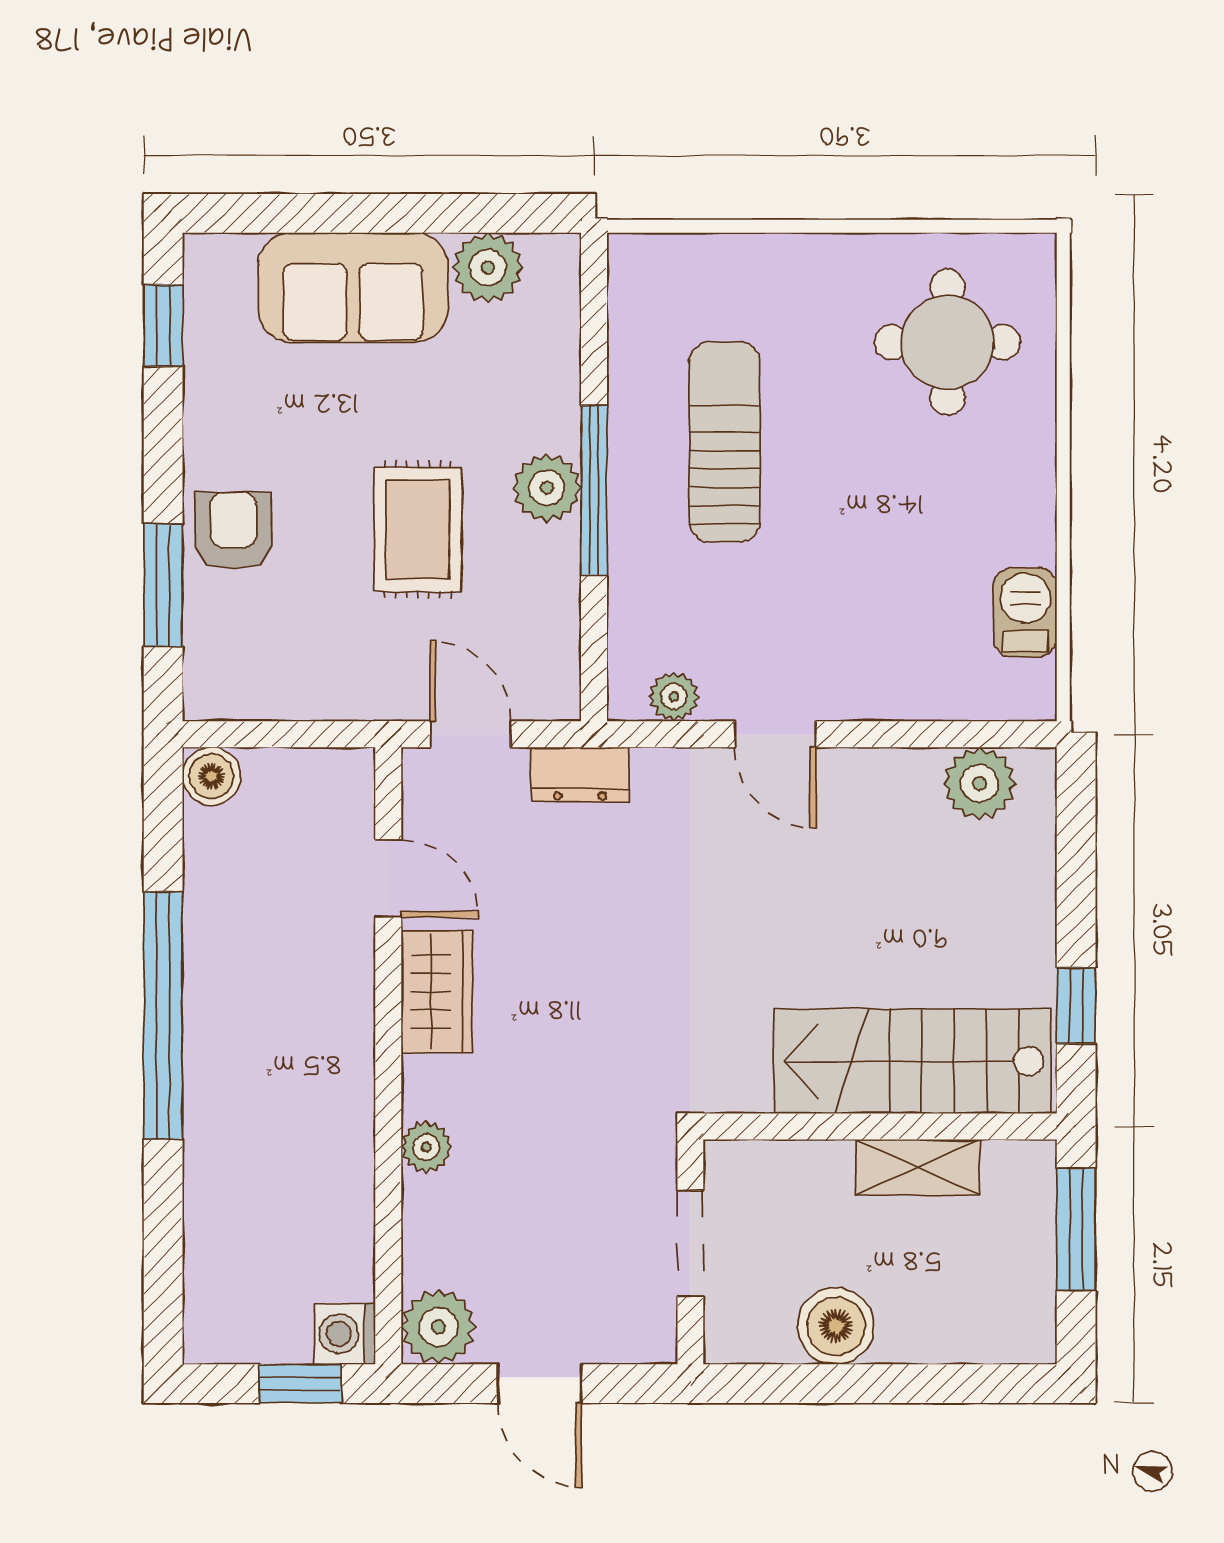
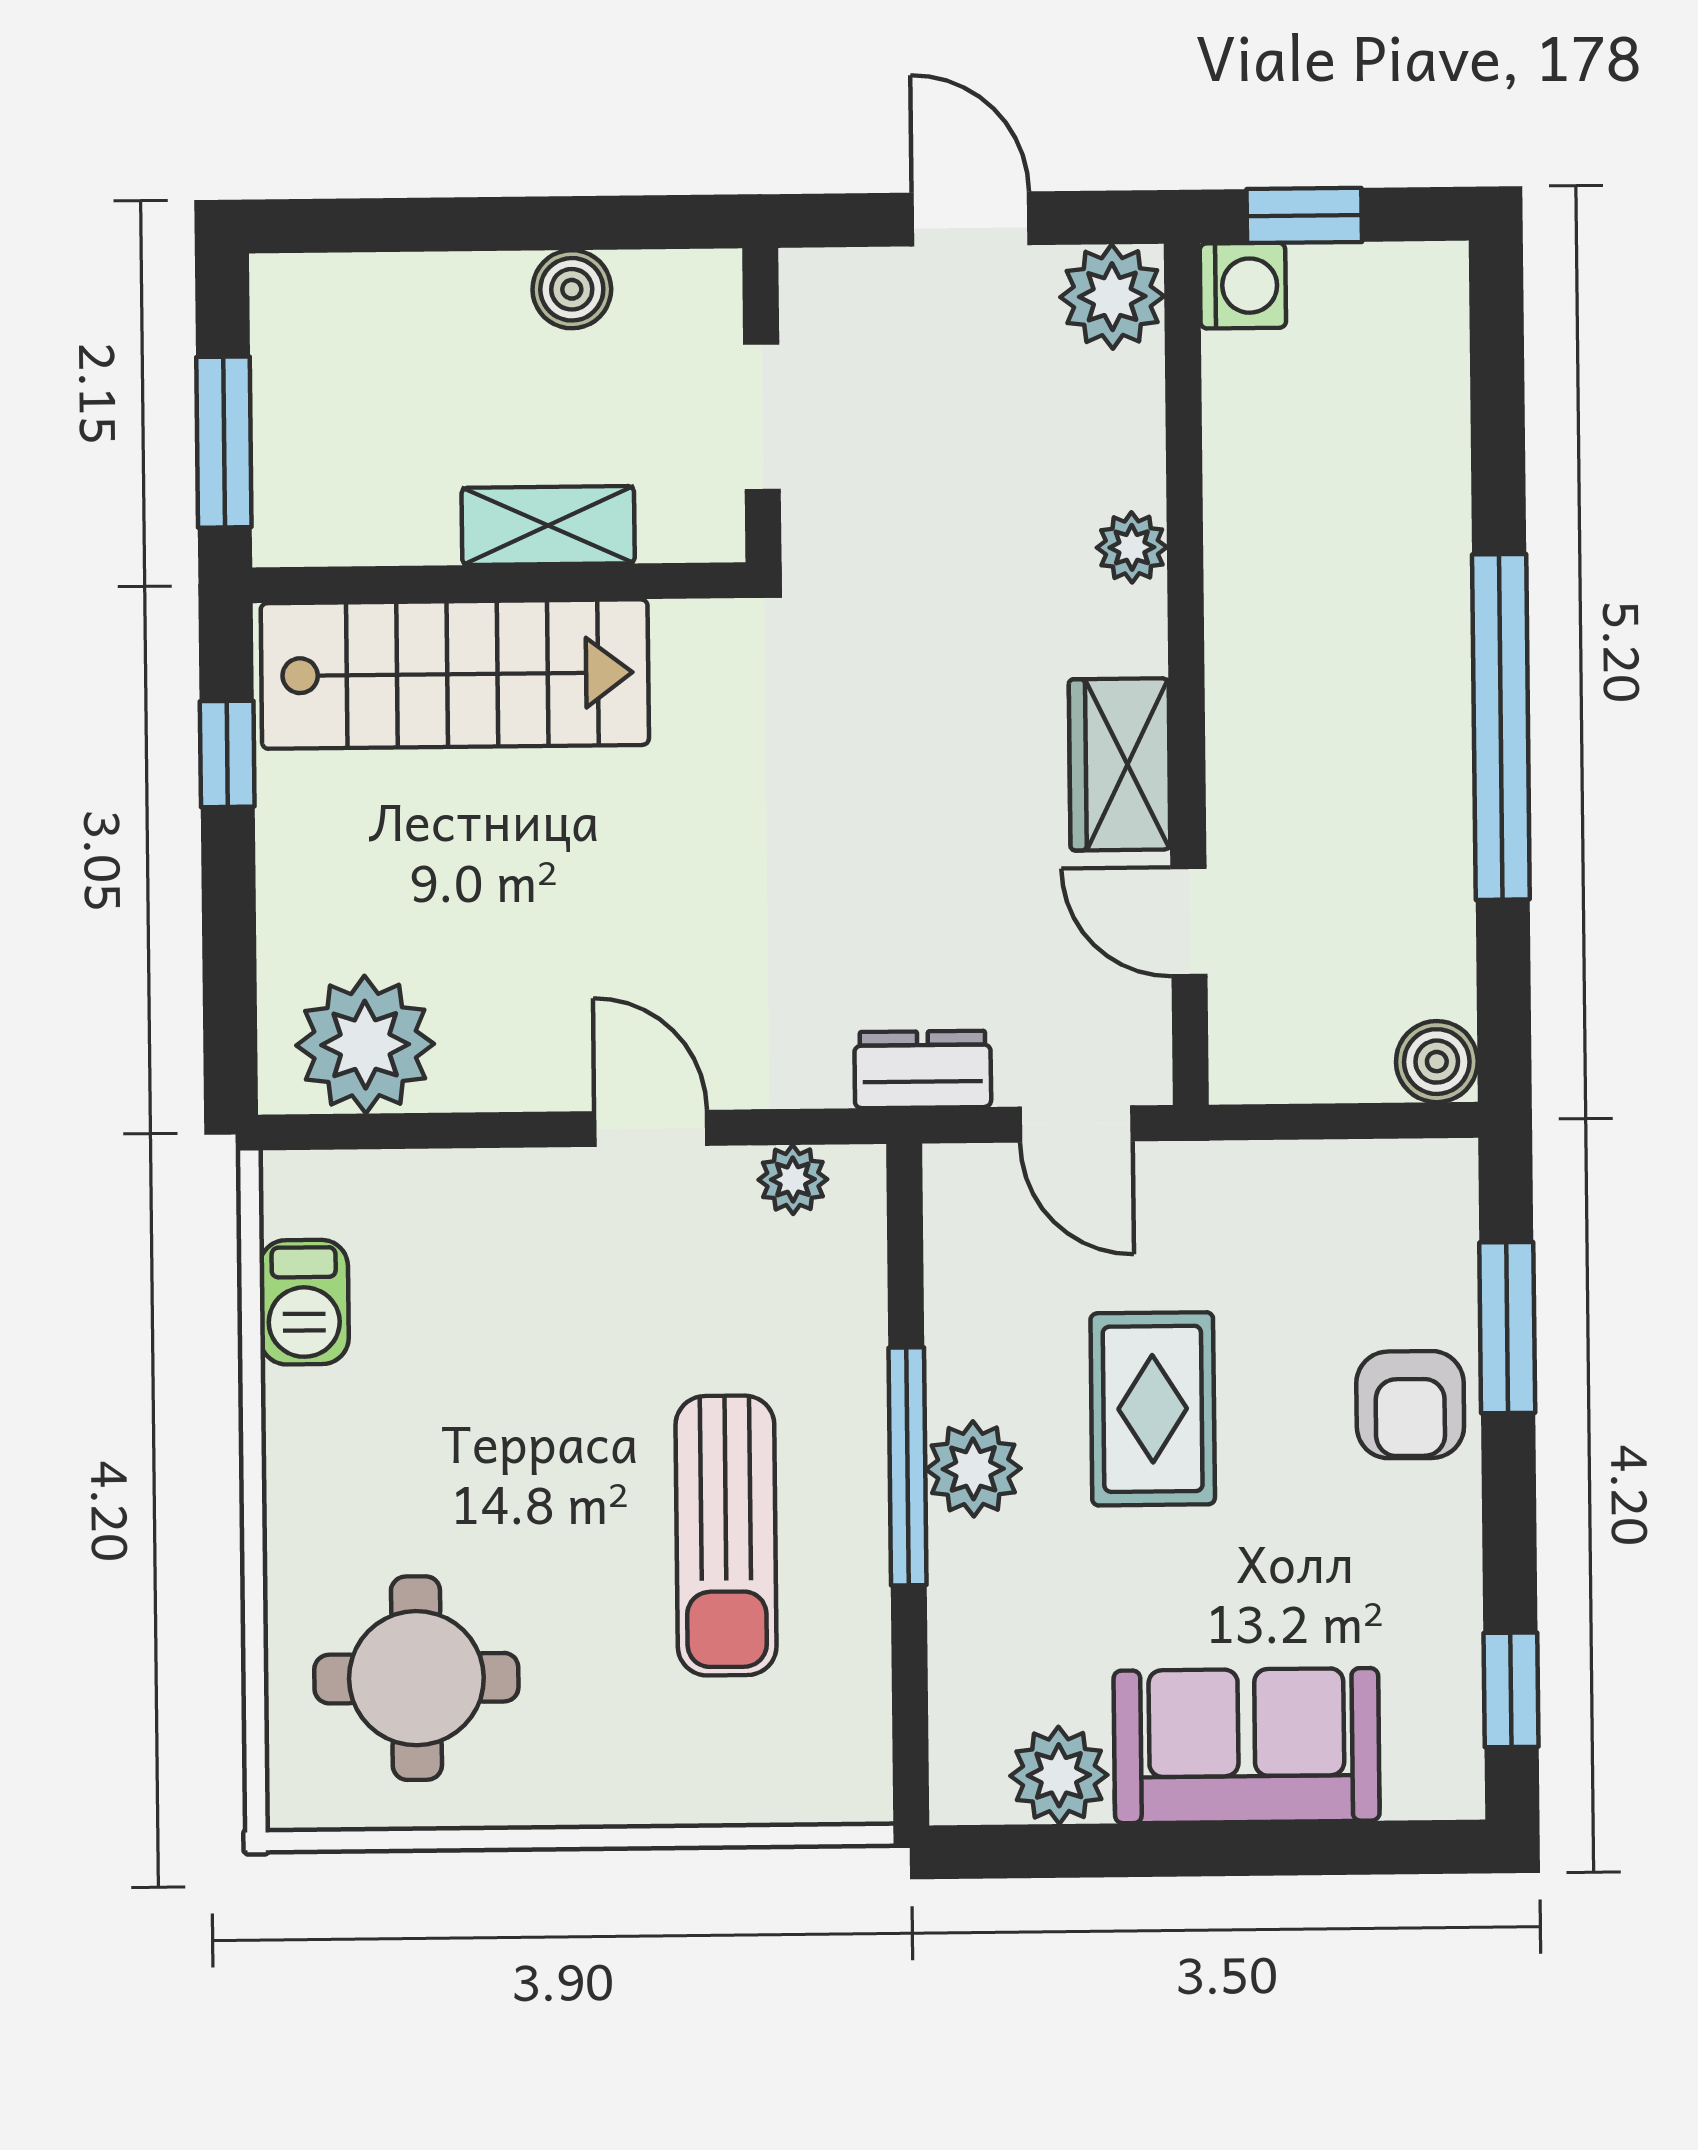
plant: (979, 783) -> (365, 1045), width x1.36, depth x1.36
shelving: (918, 1167) -> (548, 526), moved
boiler: (836, 1326) -> (572, 289), width x0.73, depth x0.73

